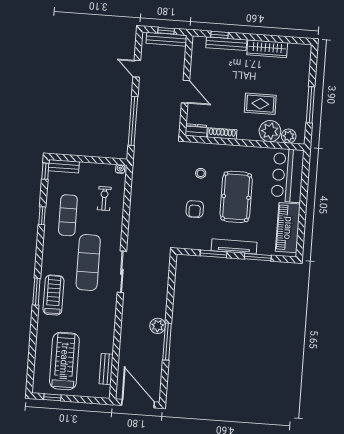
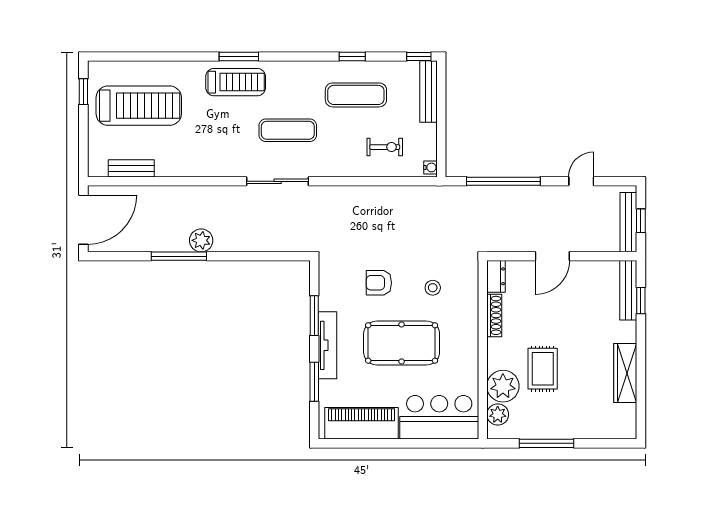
bench: (226, 44) -> (628, 290), moved
bench: (64, 166) -> (428, 91), width x1.36
exercise mat: (88, 262) -> (288, 130), width x0.73, depth x0.69

